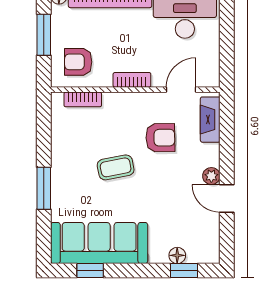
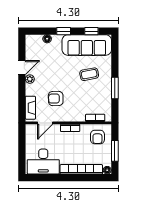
armchair: (78, 62) -> (97, 137), turned 90
coffee table: (116, 167) -> (89, 74), moved
window: (44, 188) -> (115, 88), moved
door: (227, 199) -> (22, 68), hinge flipped
window: (184, 271) -> (64, 31), moved

